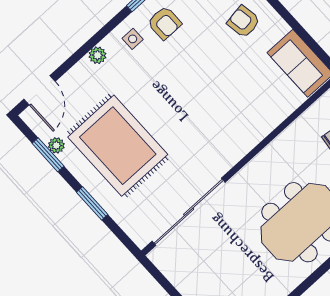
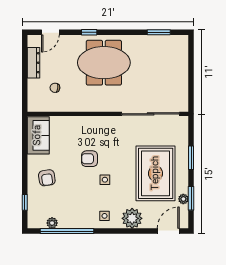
armchair: (164, 23) -> (90, 159), moved, turned -90
plant: (97, 55) -> (132, 218), width x1.88, depth x1.88
side table: (172, 83) -> (105, 180), added

